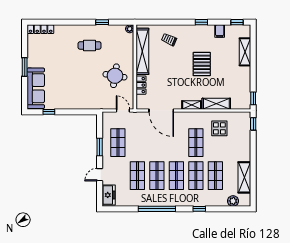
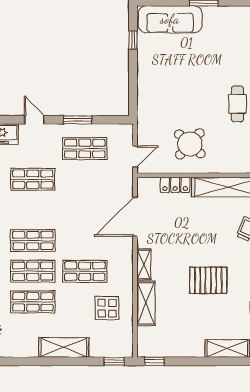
round table: (115, 76) -> (190, 144), turned 33
shop shelf: (157, 176) -> (33, 210), removed
shelving: (244, 177) -> (64, 347), moved

